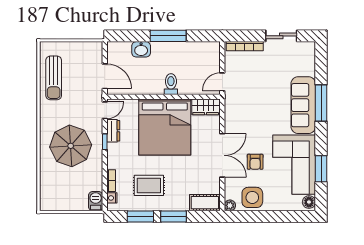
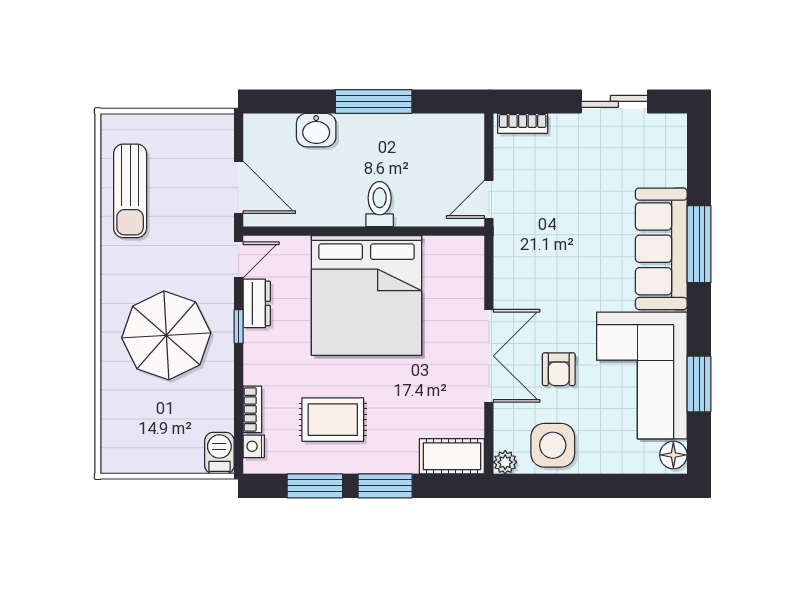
bookcase: (245, 46) -> (523, 123), width x0.64
wardrobe: (206, 107) -> (453, 253), removed

